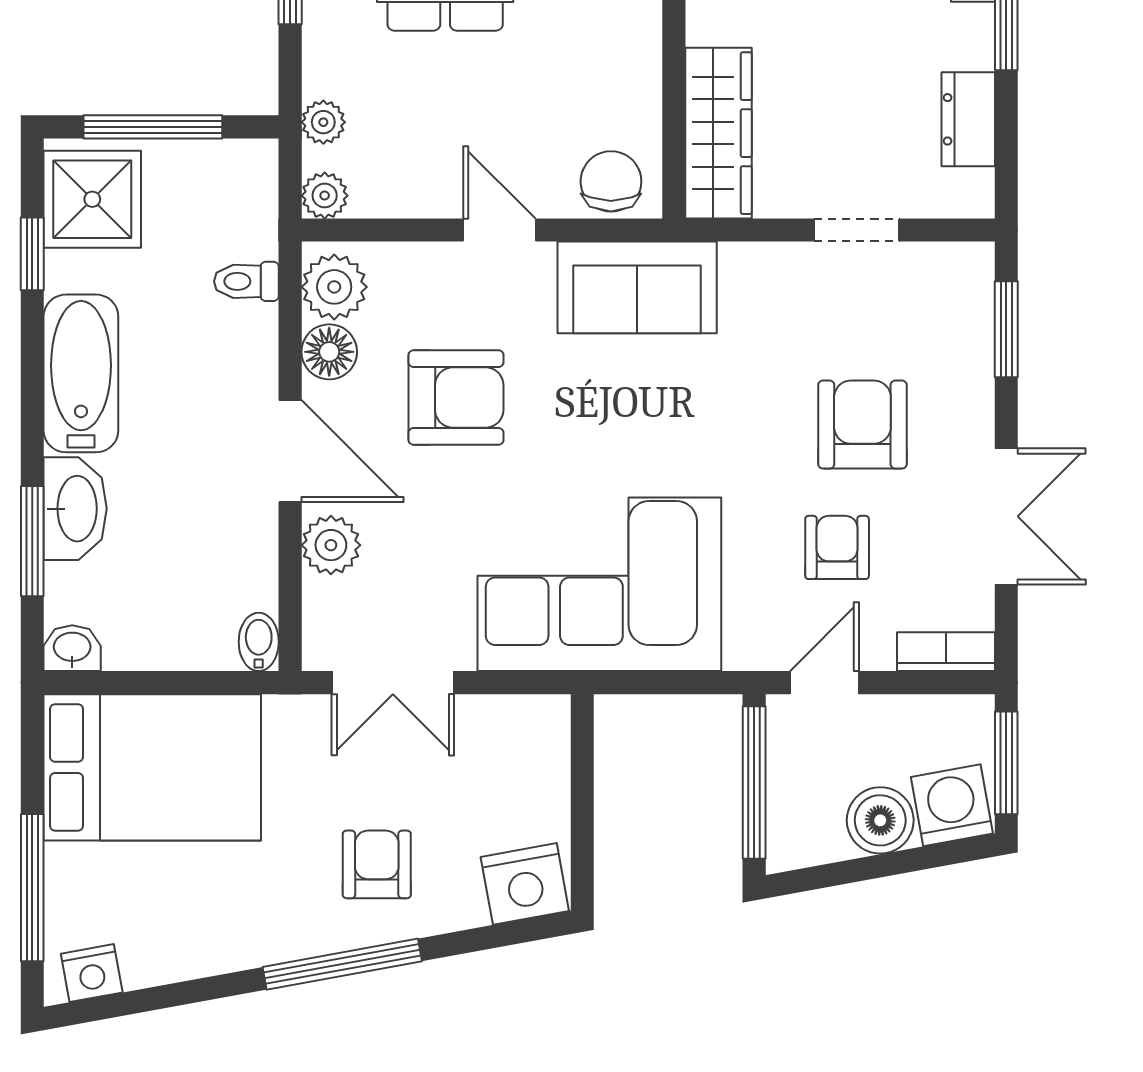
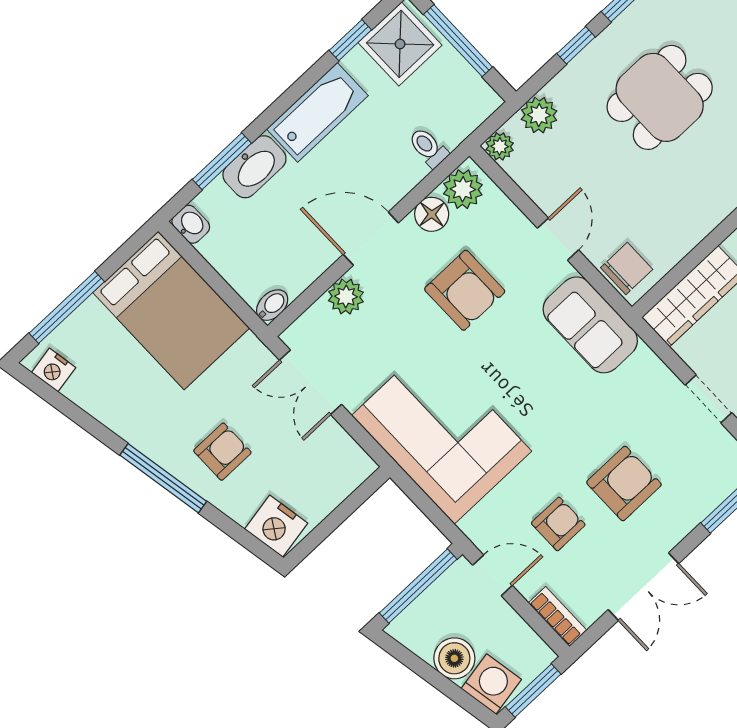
plant: (323, 122) -> (539, 115), width x1.38, depth x1.38
door: (290, 451) -> (371, 239), swing flipped

